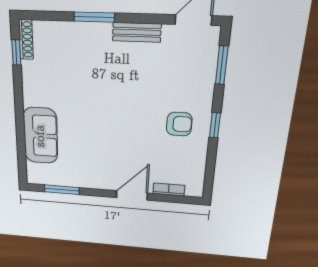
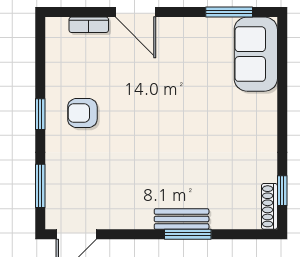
bench: (137, 32) -> (182, 219), moved
sofa: (40, 136) -> (256, 54), moved
door: (132, 195) -> (136, 12), hinge flipped

